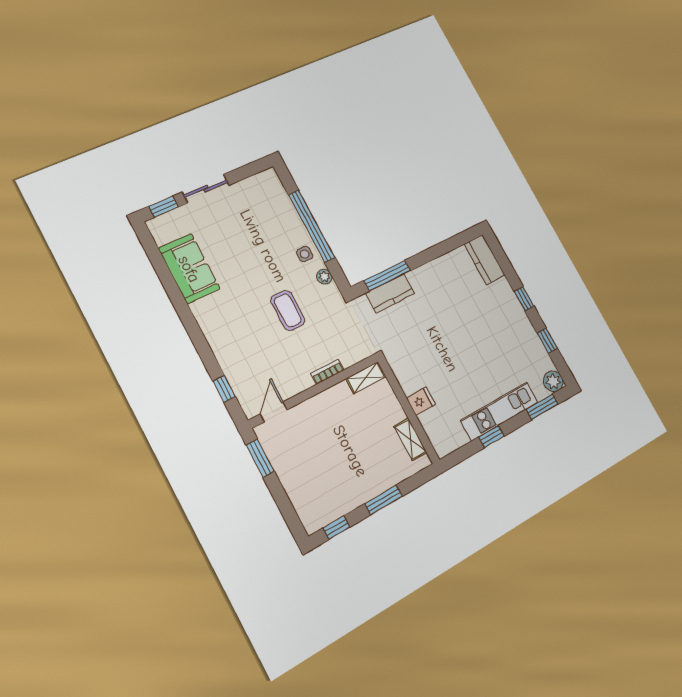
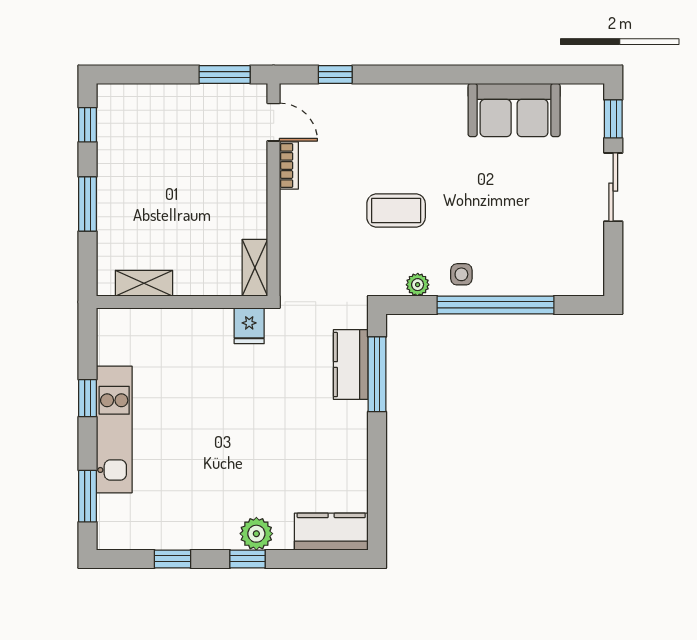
bookcase: (327, 372) -> (289, 165), moved
plant: (553, 381) -> (256, 534), moved
fridge: (421, 401) -> (249, 326), moved

